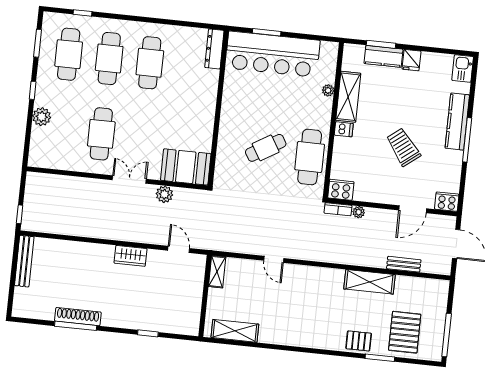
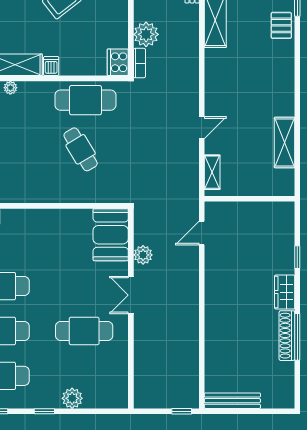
plant: (359, 212) -> (146, 34), width x1.88, depth x1.88
wardrobe: (131, 256) -> (285, 292), moved, turned 180
shelving: (217, 272) -> (212, 172), moved, turned 90
shelving: (235, 331) -> (284, 142), moved

